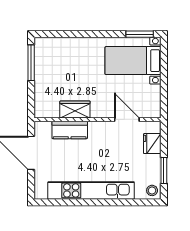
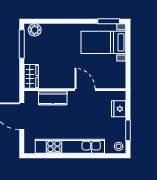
plant: (47, 45) -> (35, 30), added
wardrobe: (75, 110) -> (31, 76), moved, turned 90
door: (127, 120) -> (85, 90), moved

